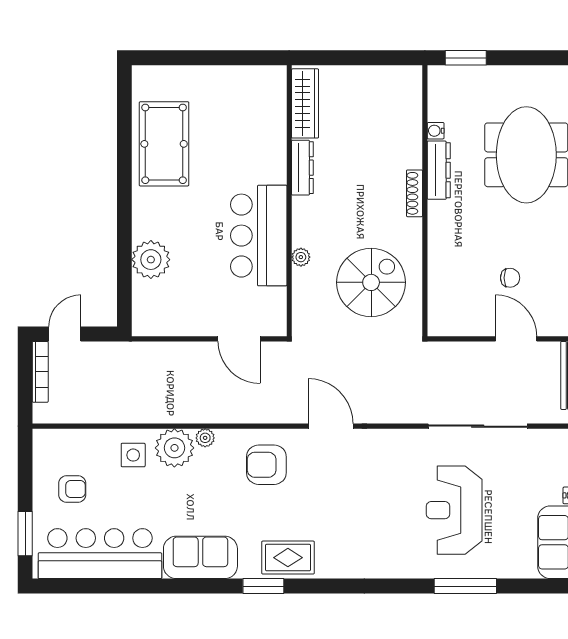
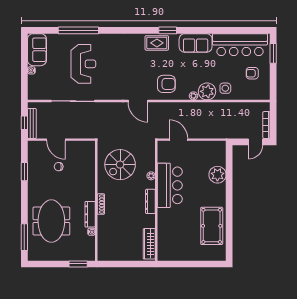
dresser: (302, 168) -> (150, 201), moved
window: (465, 586) -> (78, 30), width x1.46

